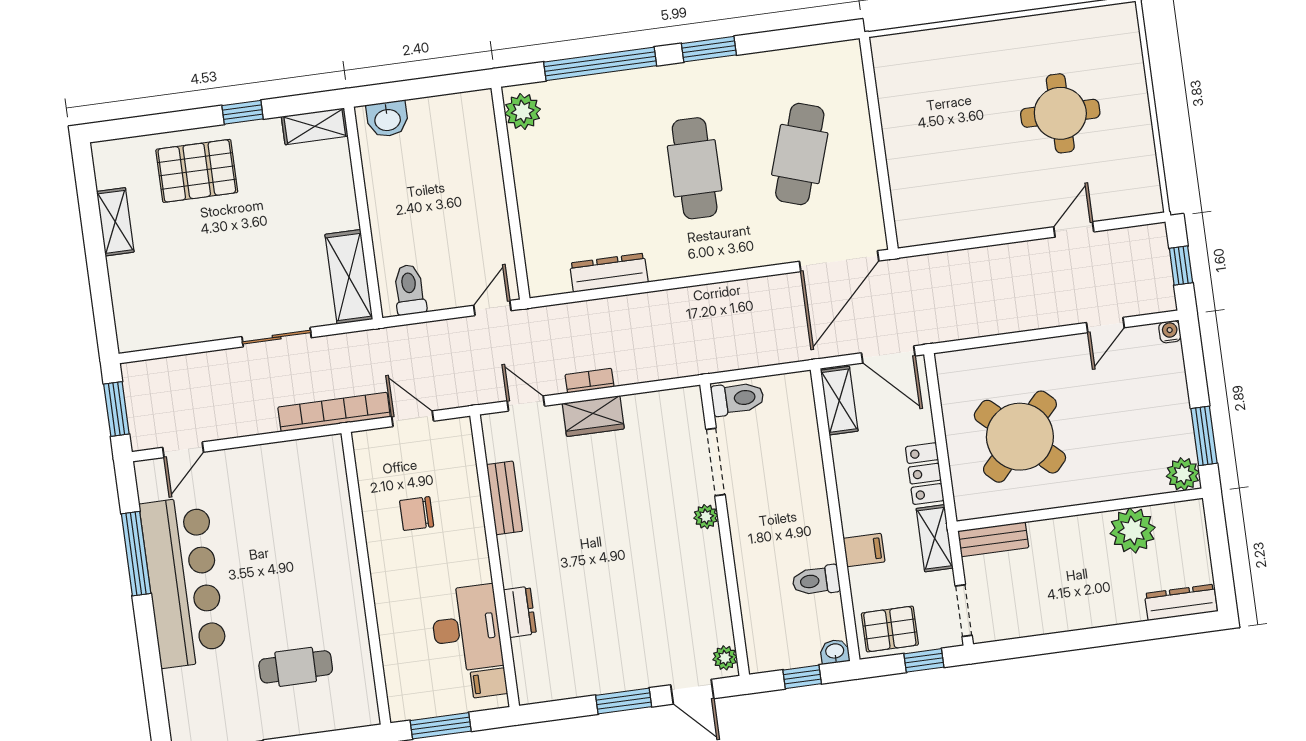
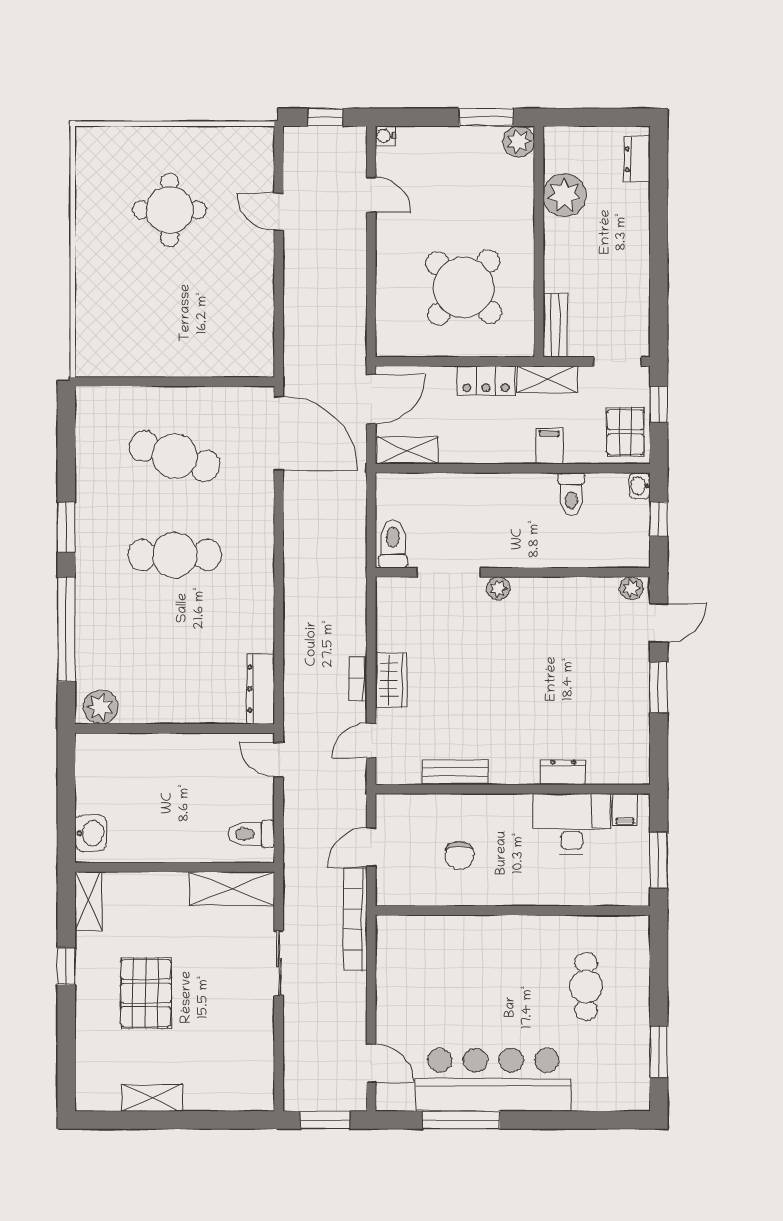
pallet: (197, 171) -> (146, 993), moved
dresser: (609, 273) -> (261, 689), moved
dresser: (1181, 602) -> (637, 159), width x0.70

